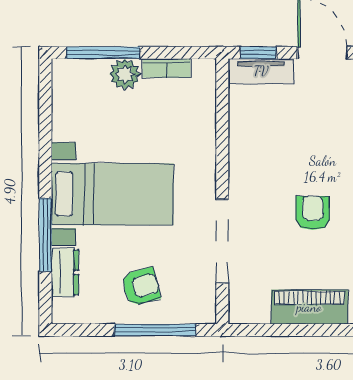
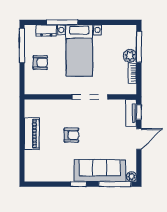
doorway: (222, 241) -> (90, 97), moved
armchair: (141, 287) -> (40, 63), turned -74
window: (155, 330) -> (22, 45), moved

